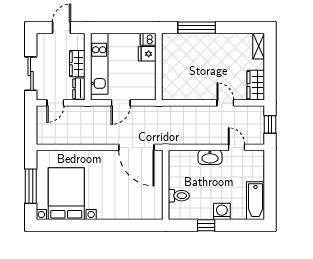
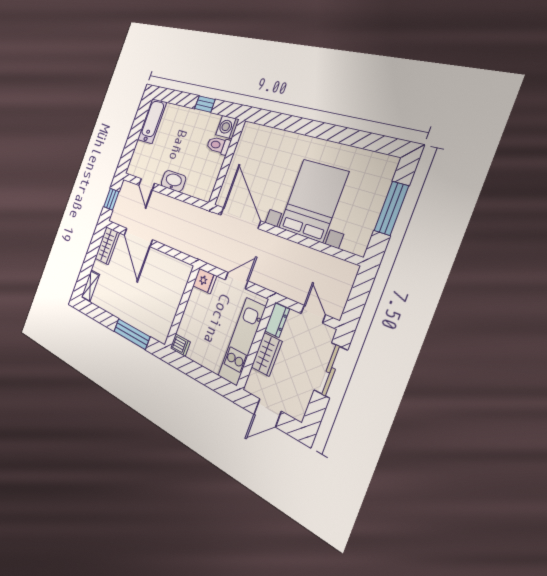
fridge: (147, 54) -> (205, 281), moved
door: (55, 103) -> (313, 314), hinge flipped
door: (225, 103) -> (138, 237), width x1.87
bed with nightstands: (66, 194) -> (313, 200), moved, turned 180
washing machine: (222, 211) -> (227, 127), moved, turned 90

